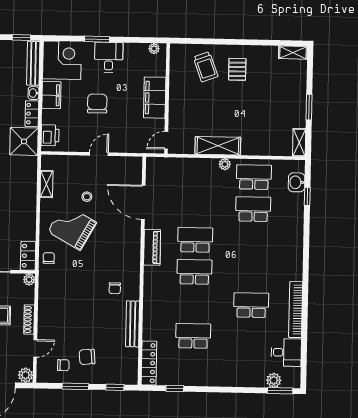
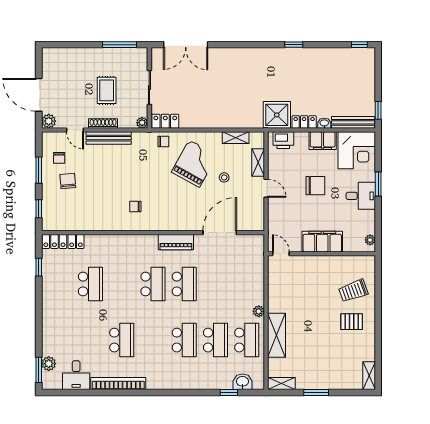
shelving: (218, 146) -> (277, 335), moved
shelving: (72, 162) -> (258, 162), added
school desk: (253, 241) -> (184, 340), added
bench: (133, 324) -> (109, 138), moved

